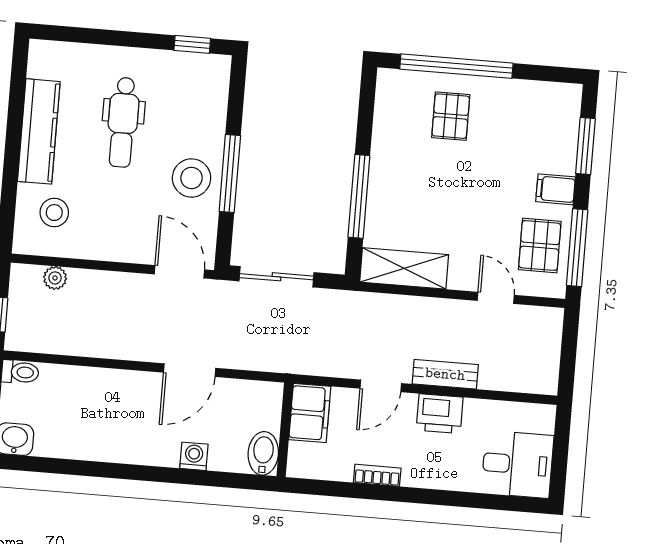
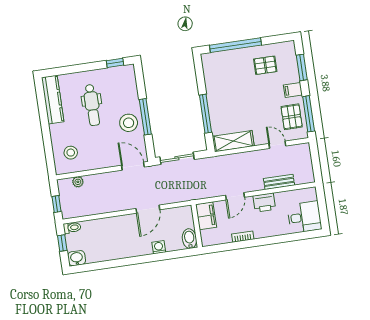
pallet: (451, 116) -> (265, 65), moved, turned 90
kitchen counter: (39, 131) -> (53, 100), moved
bench: (445, 374) -> (279, 182), moved

